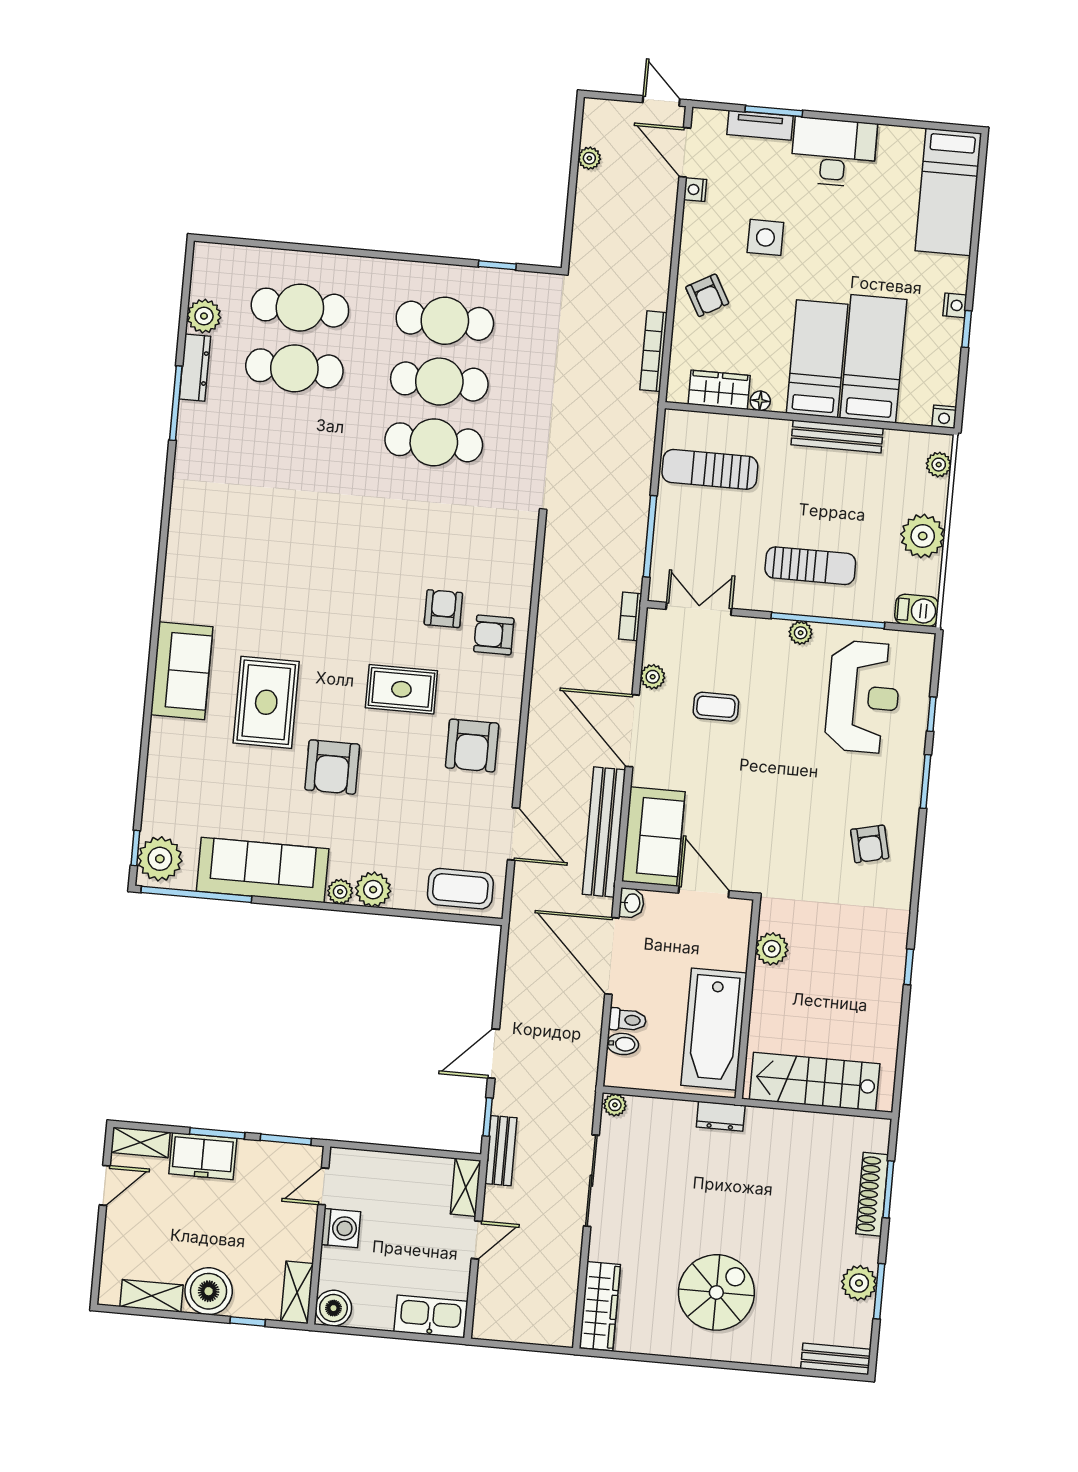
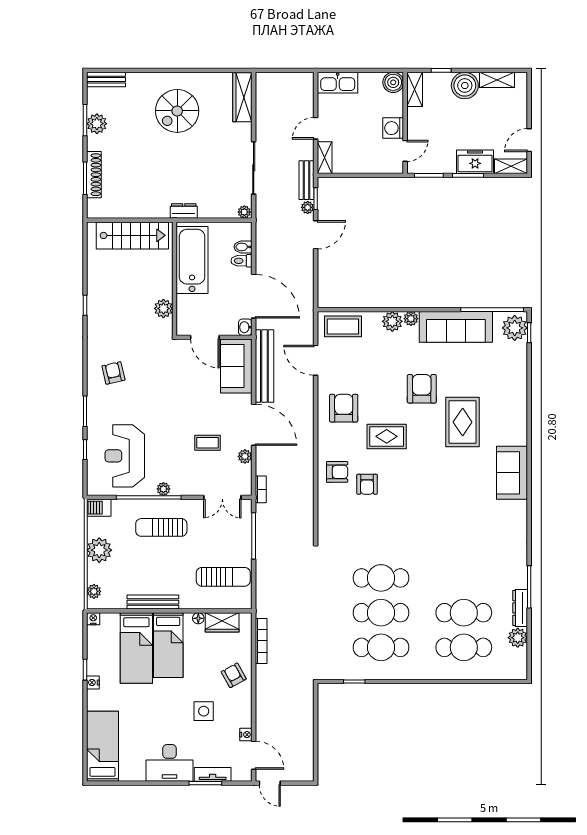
plant: (589, 158) -> (308, 207), moved
sofa: (182, 671) -> (512, 473), moved

